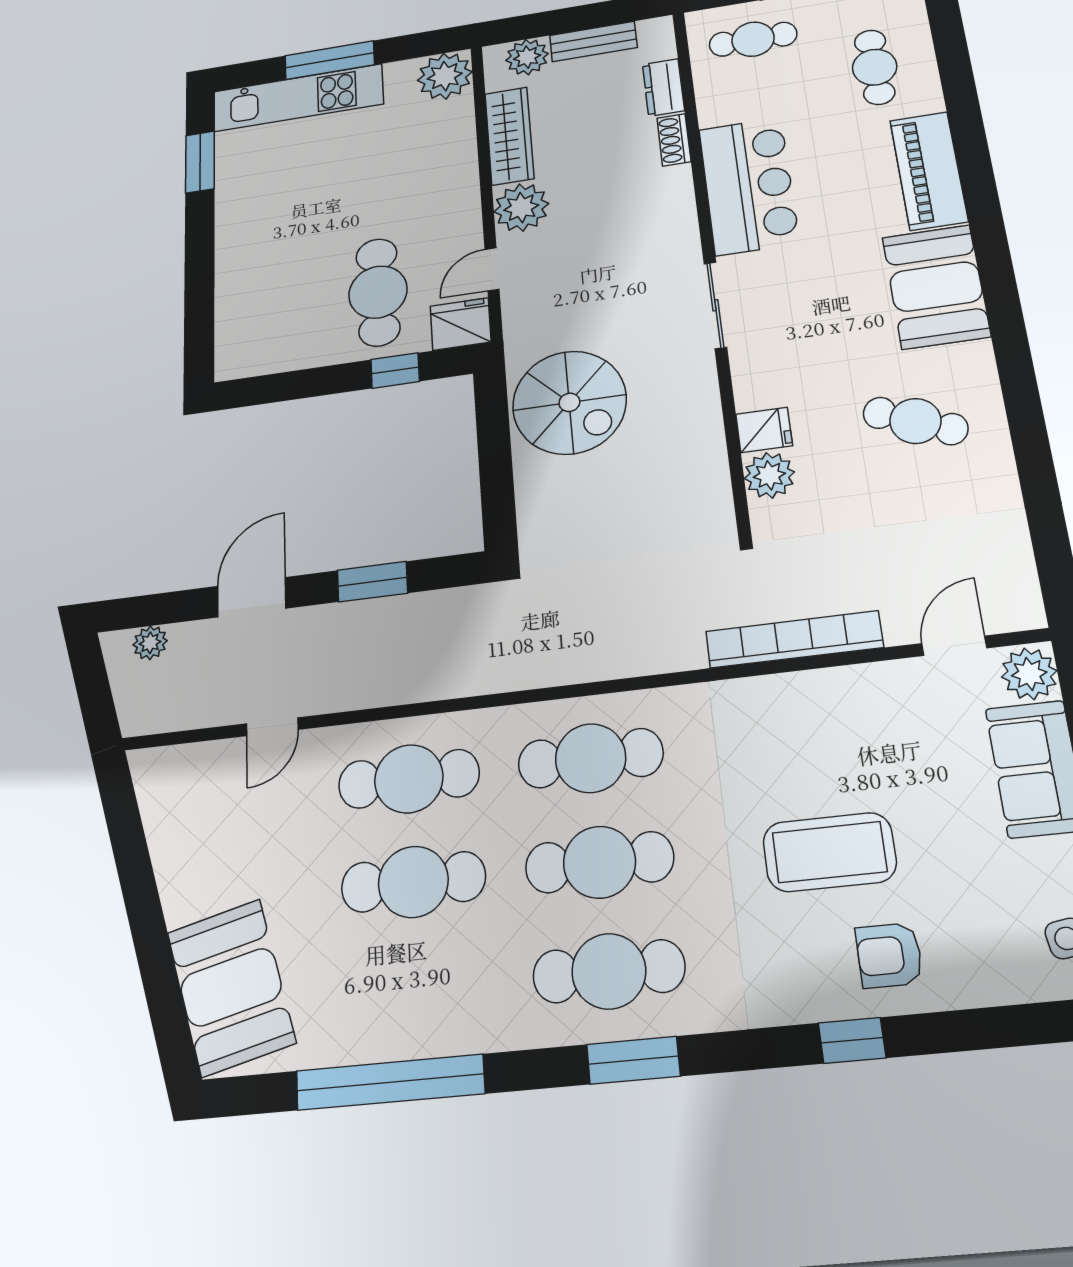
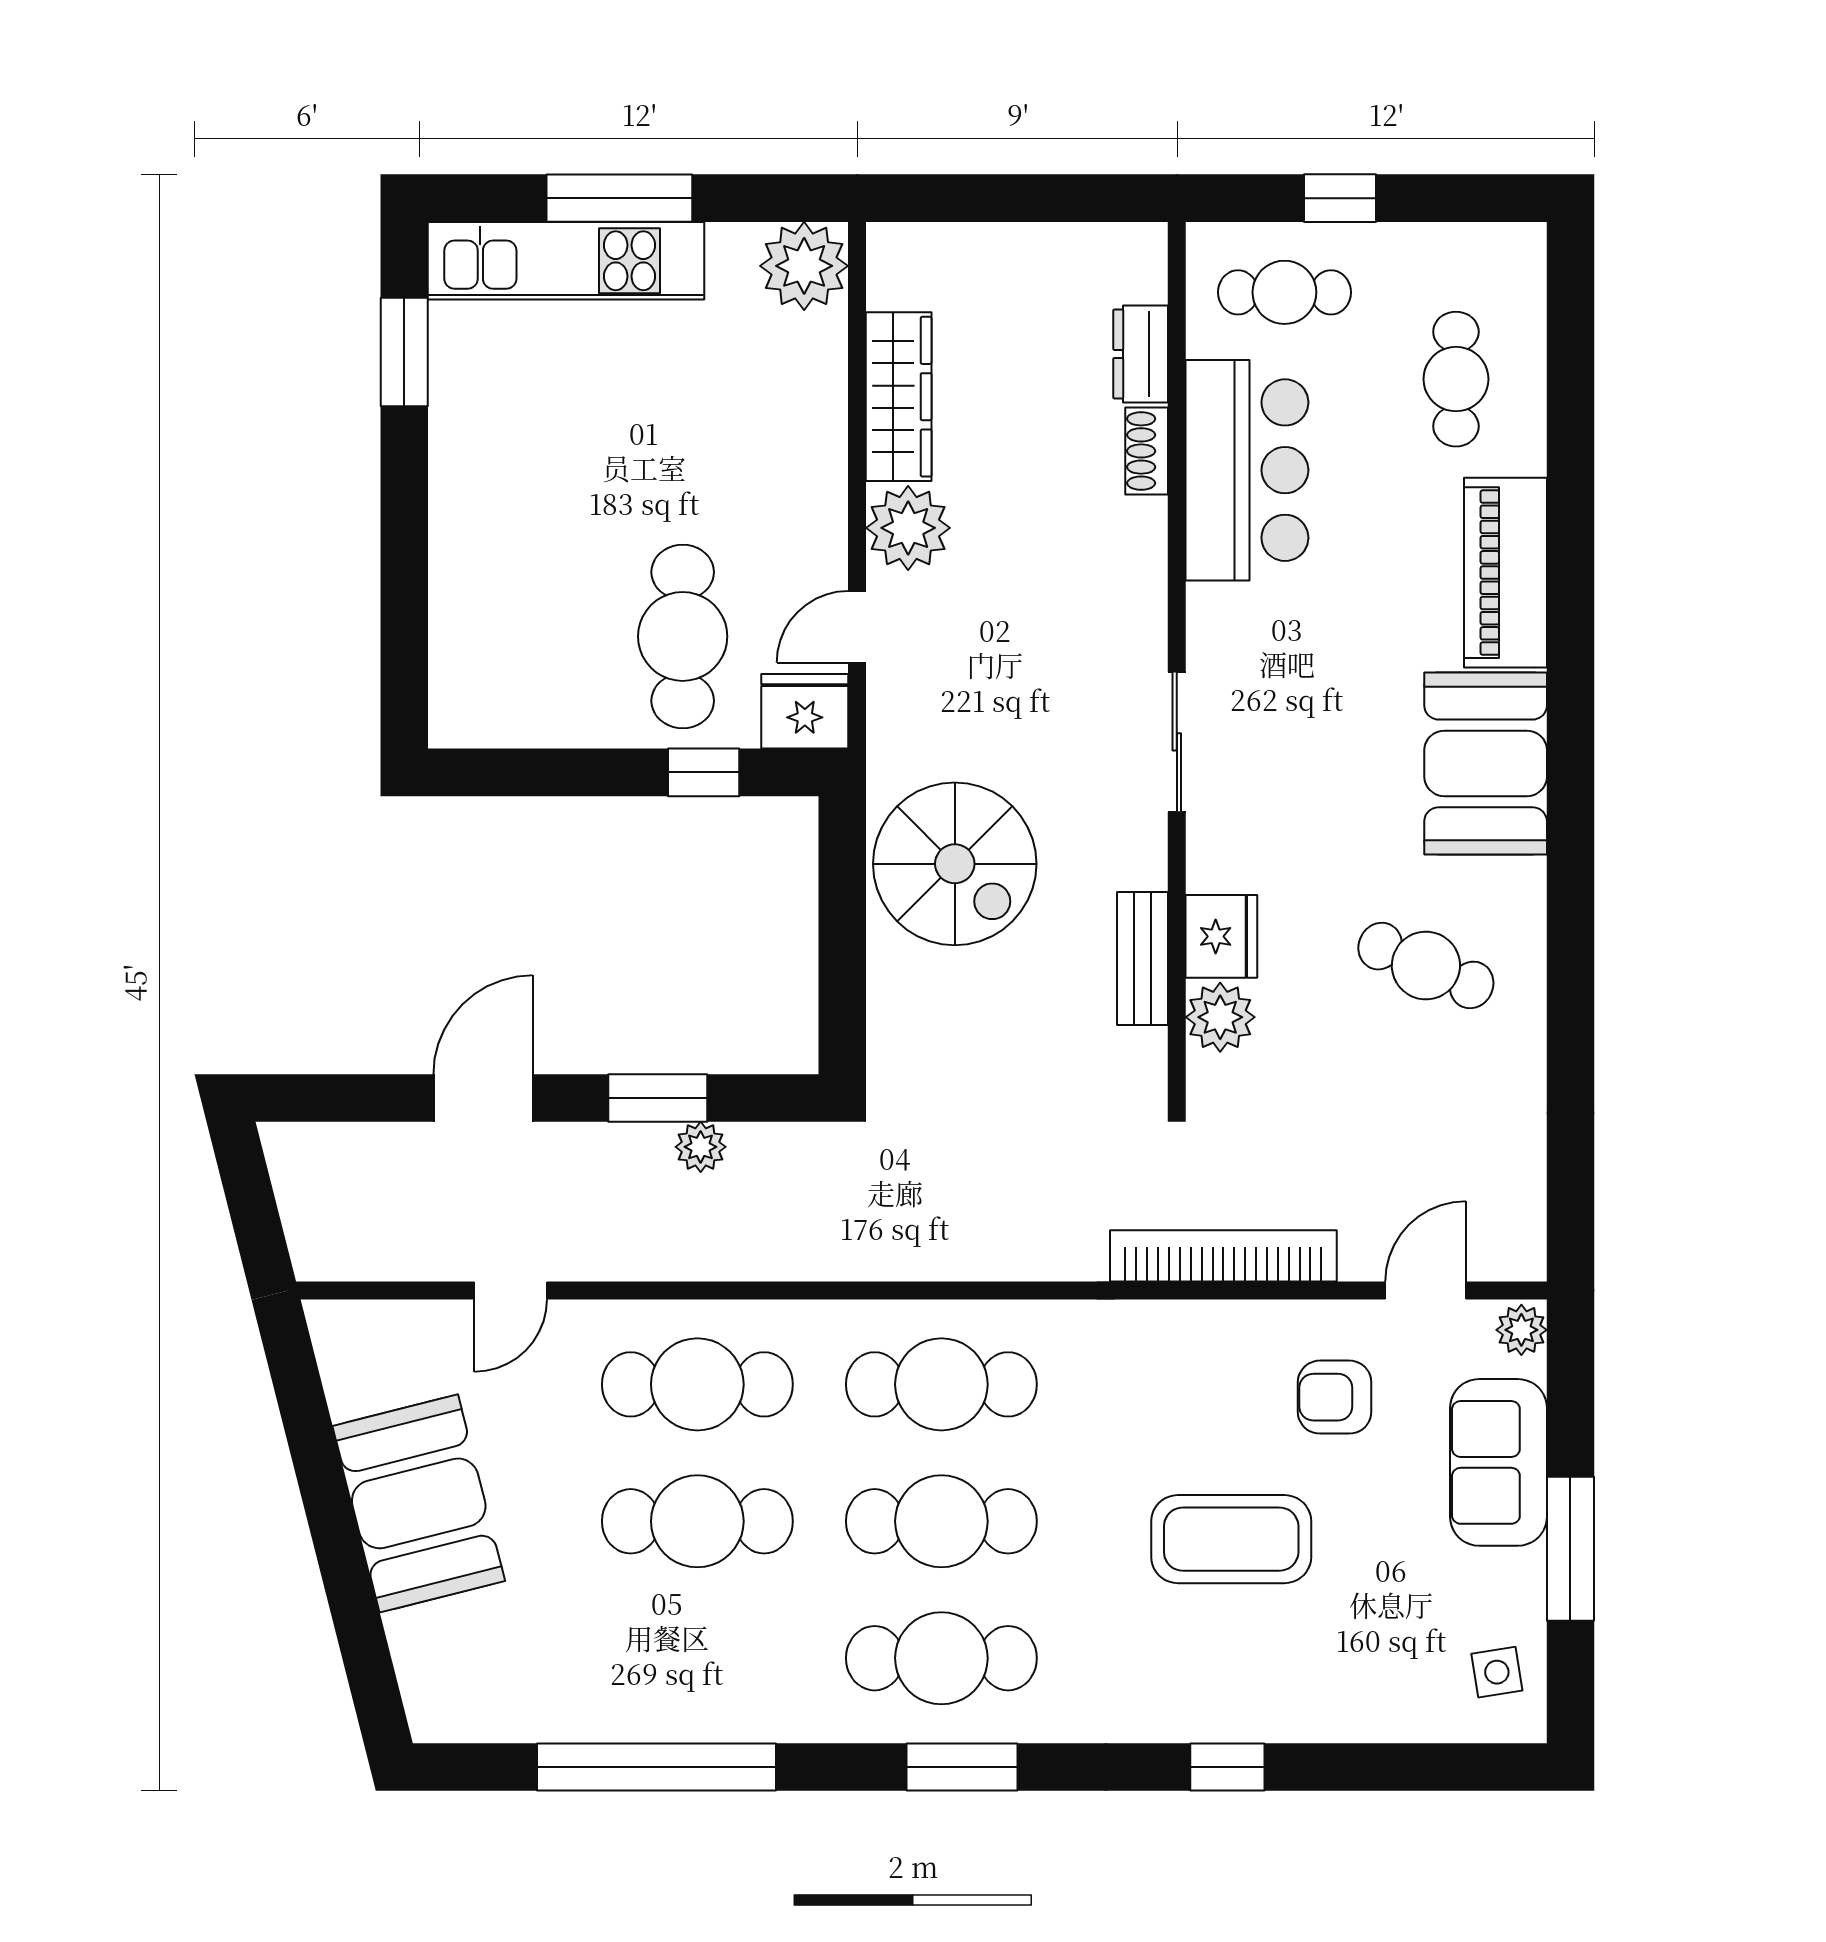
bench: (593, 42) -> (1142, 959), moved, turned 90
plant: (527, 57) -> (936, 256), removed
bar counter: (749, 186) -> (1247, 470), moved
fridge: (764, 430) -> (1221, 936), width x1.38
plant: (150, 643) -> (701, 1147), moved
plant: (1029, 674) -> (1521, 1330), width x0.73, depth x0.73
armchair: (889, 955) -> (1335, 1397), moved
booth: (231, 987) -> (419, 1503), moved

